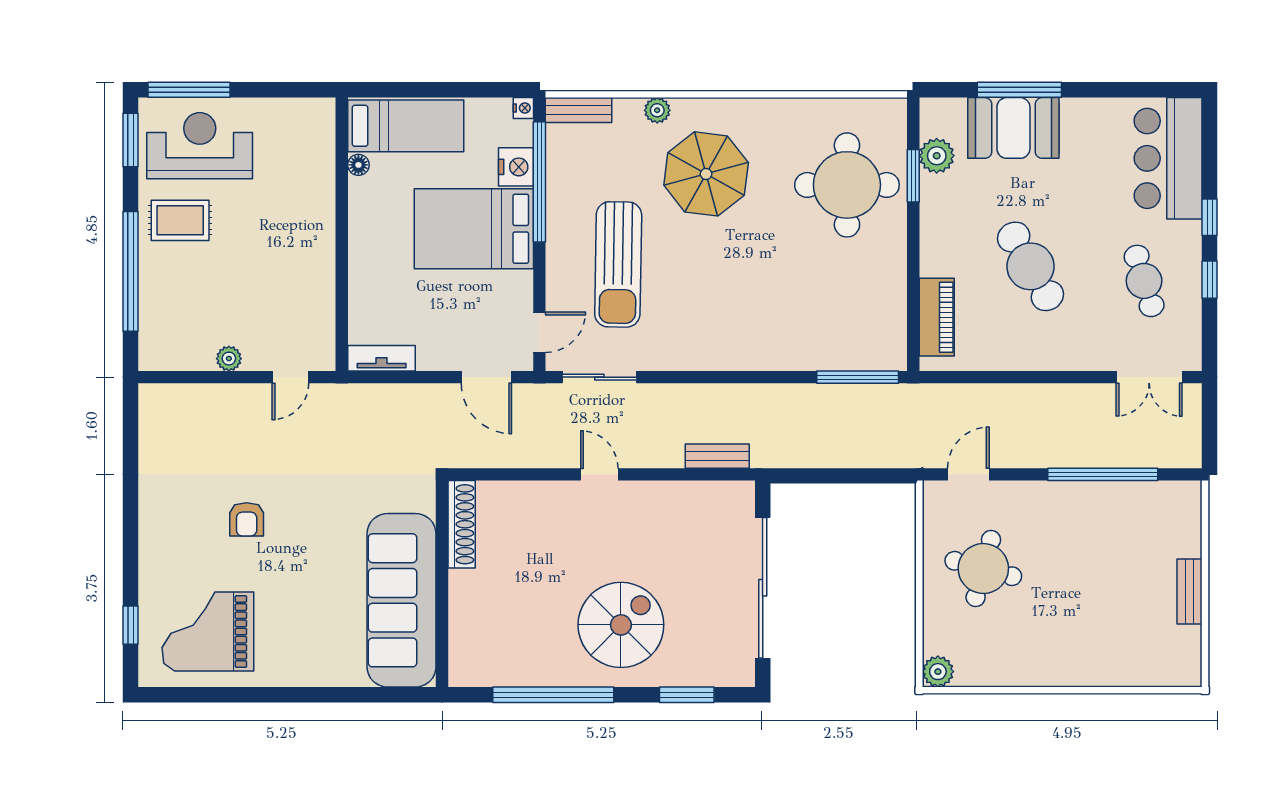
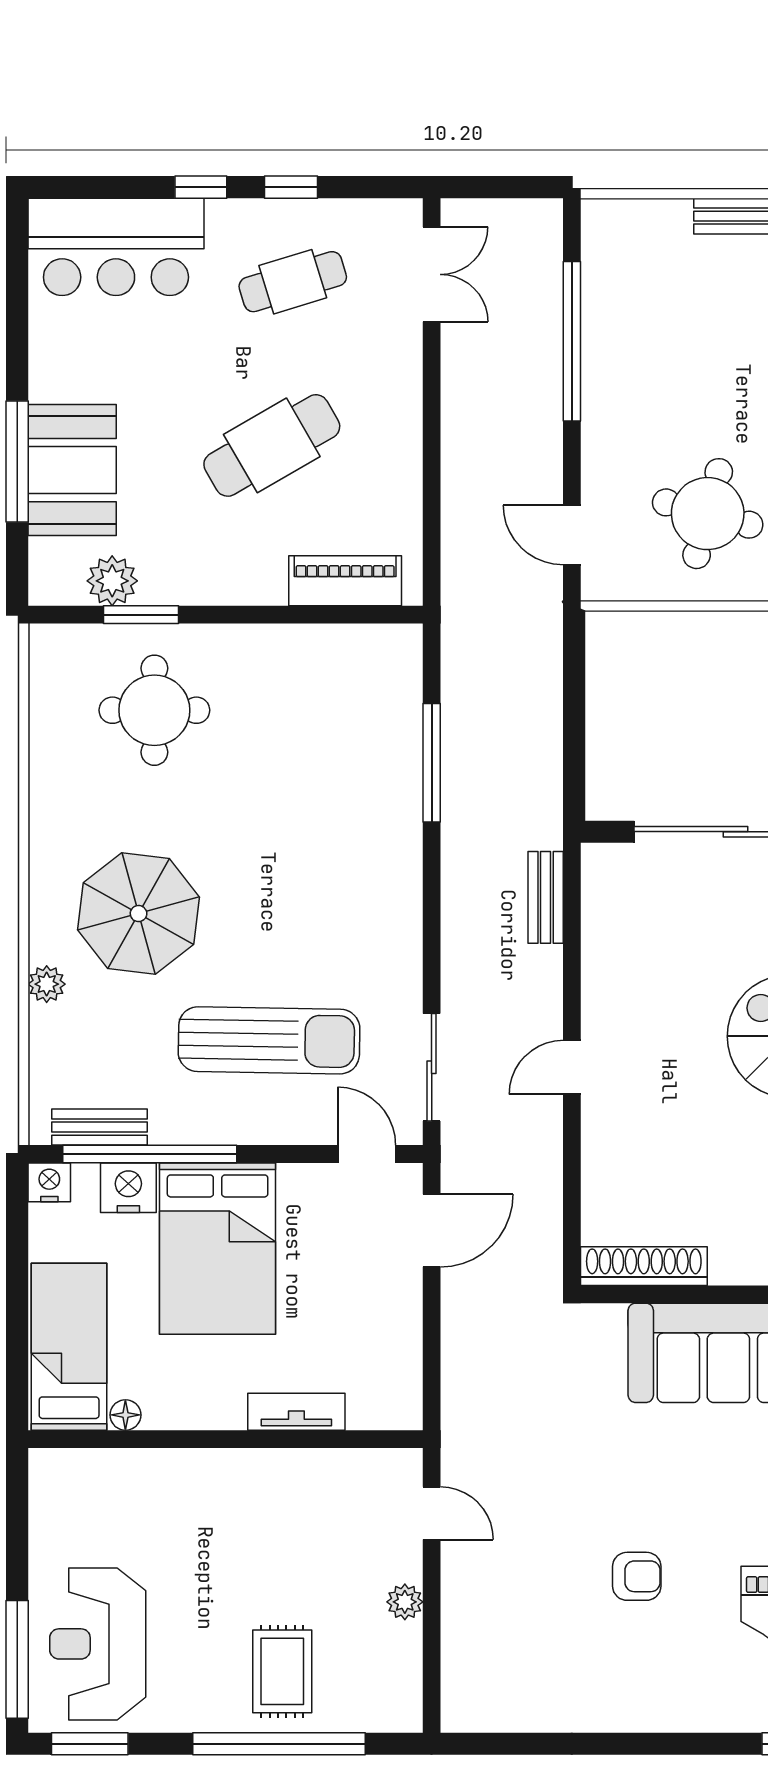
nightstand: (523, 108) -> (49, 1182), width x1.39, depth x1.35
bench: (578, 110) -> (100, 1127), moved, turned 90
round table: (847, 185) -> (154, 710), width x0.73, depth x0.73
rug: (180, 220) -> (282, 1671), moved
tv unit: (382, 358) -> (296, 1412), moved, turned 90
window: (858, 377) -> (432, 763), moved

